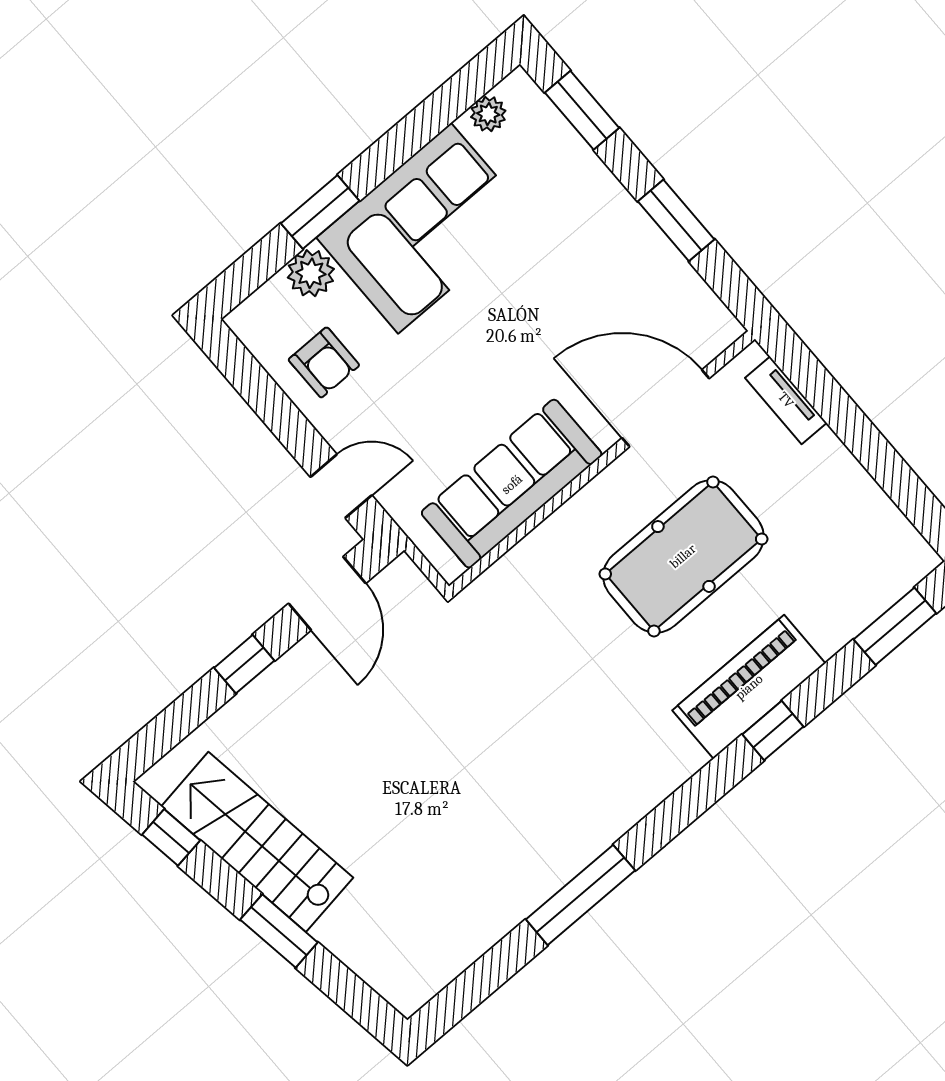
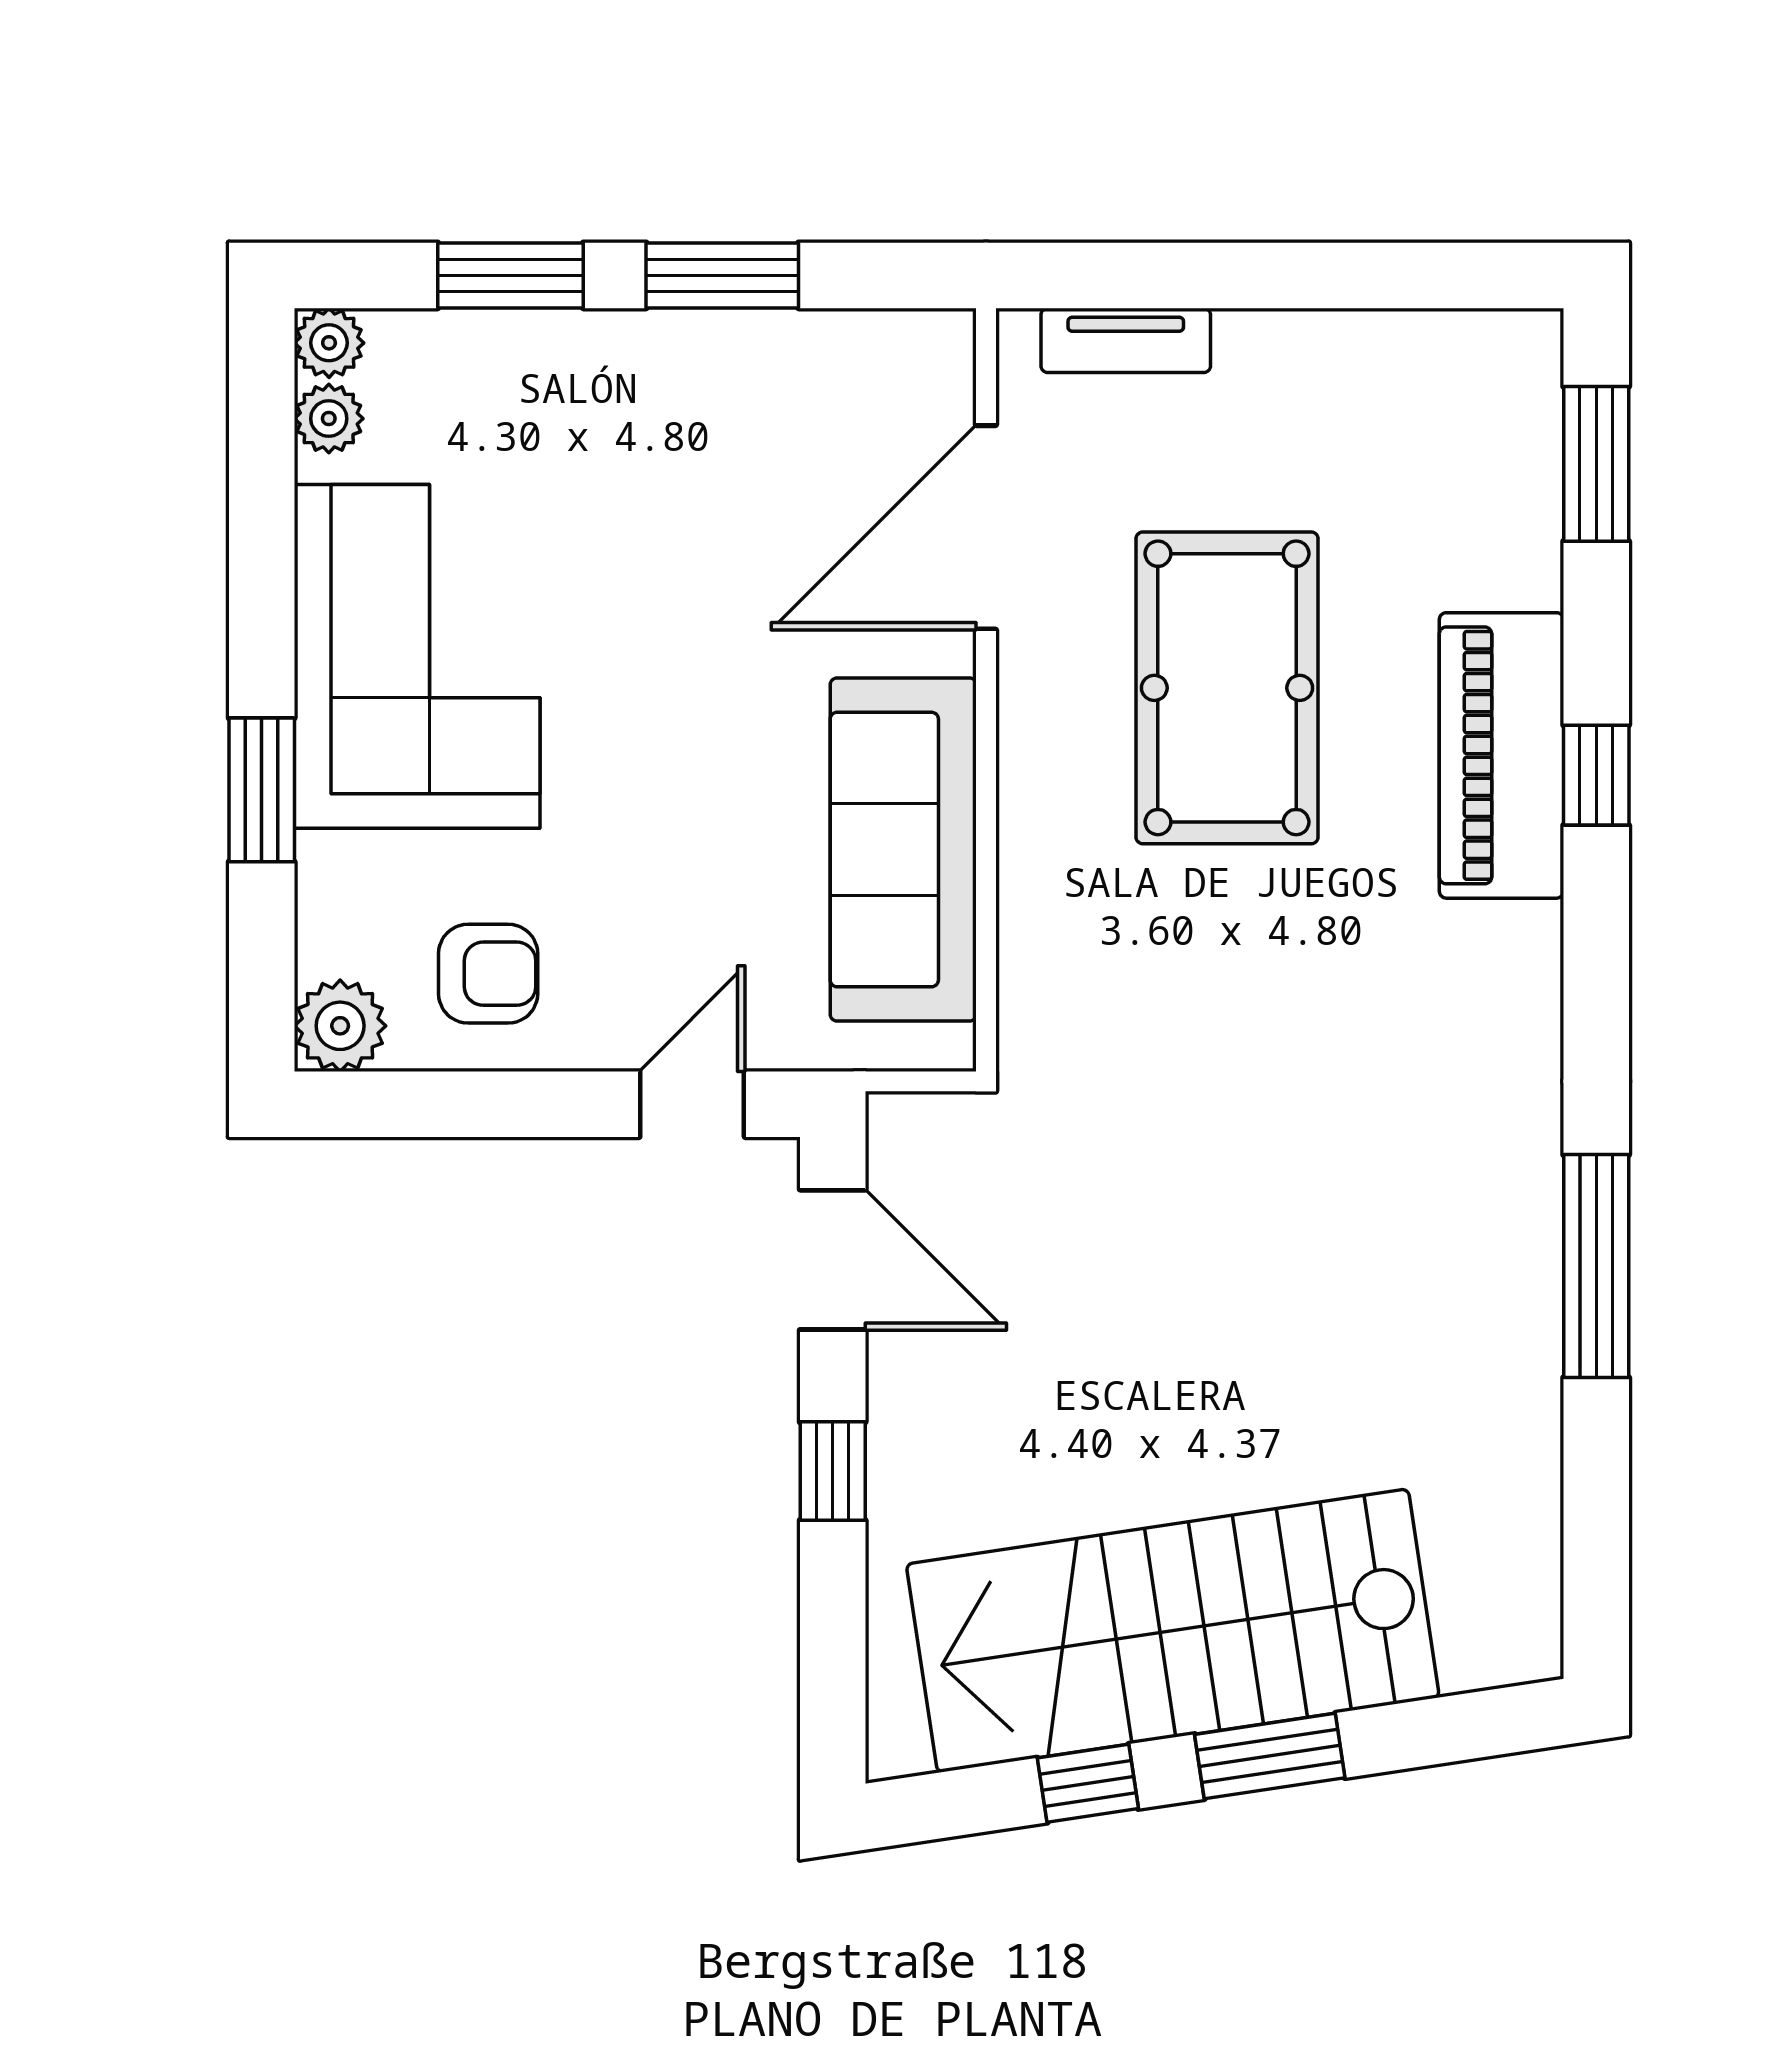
plant: (518, 89) -> (329, 343), added
window: (582, 110) -> (510, 275), moved
plant: (311, 273) -> (340, 1026), moved
window: (171, 837) -> (1088, 1783), moved
stairs: (257, 842) -> (1173, 1631), width x1.36, depth x1.51

